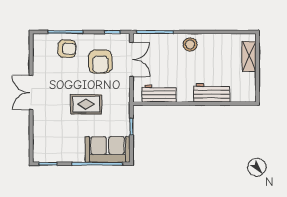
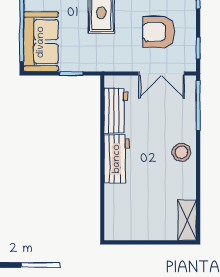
shelving: (249, 57) -> (187, 220), moved, turned 90
workbench: (212, 93) -> (117, 159), moved

